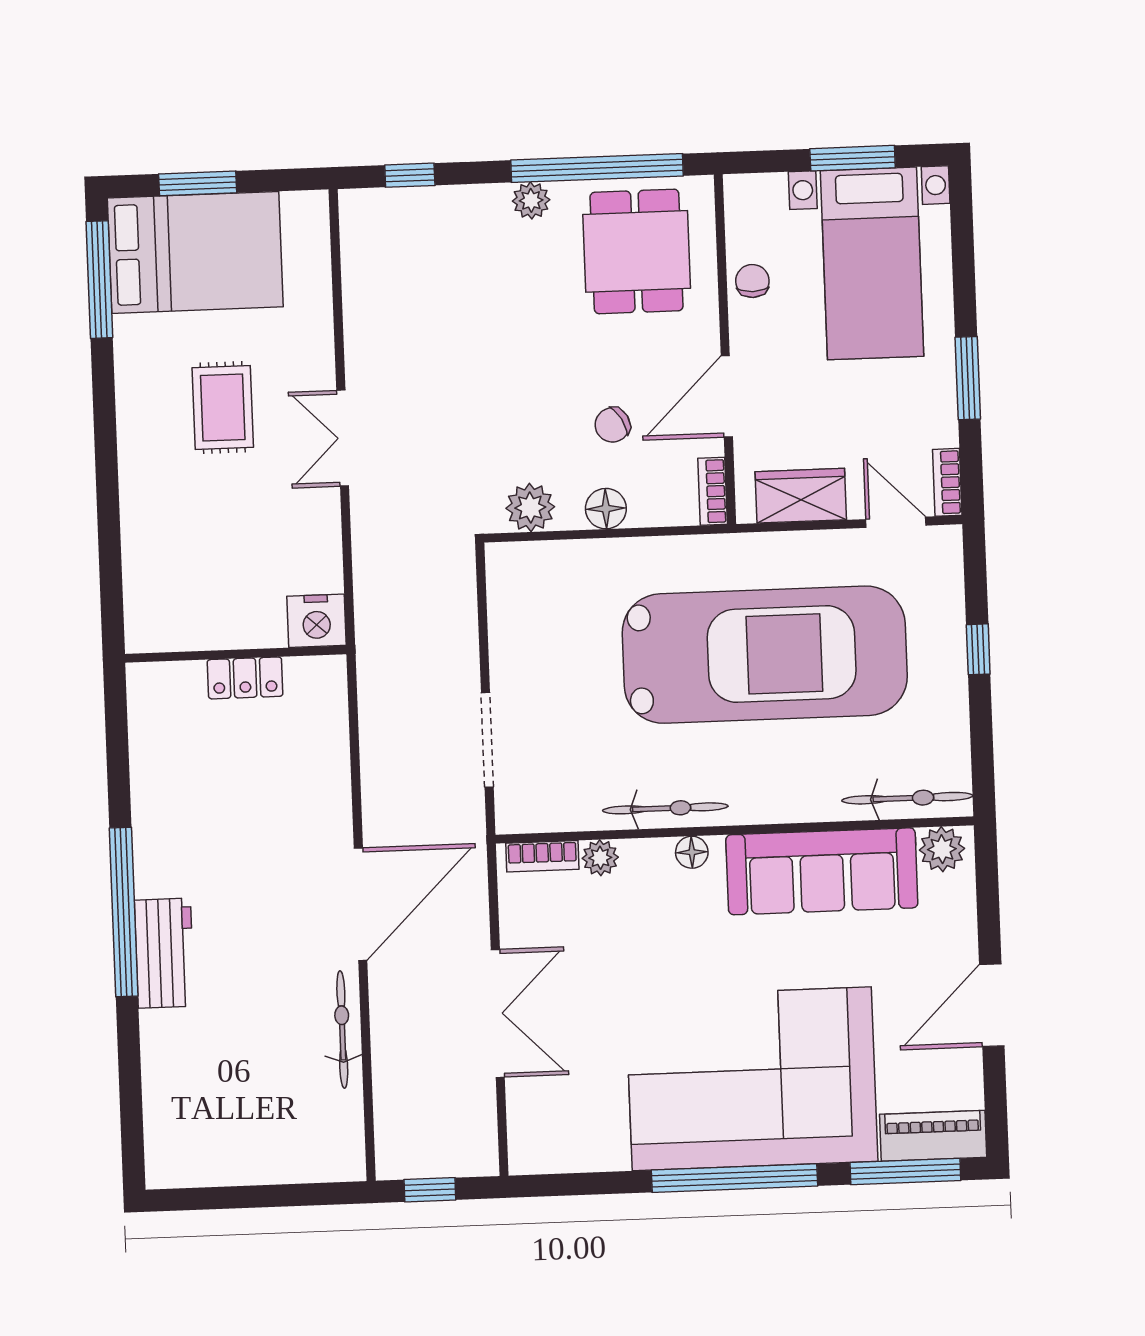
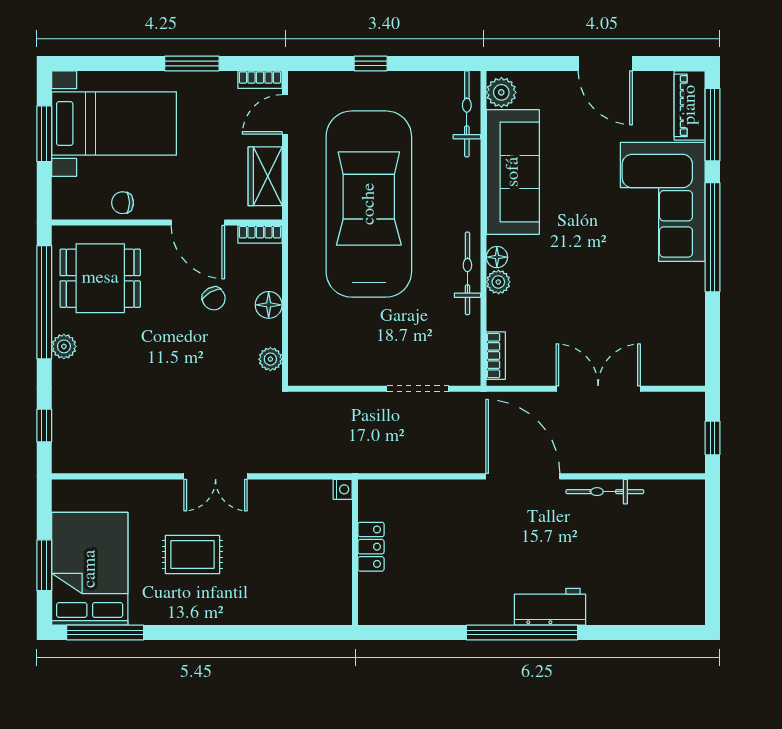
plant: (530, 508) -> (270, 359), width x0.73, depth x0.73
nightstand: (317, 621) -> (343, 489), width x0.53, depth x0.56
plant: (600, 858) -> (498, 282), moved
corner sofa: (752, 1079) -> (663, 202), width x0.73, depth x0.74

